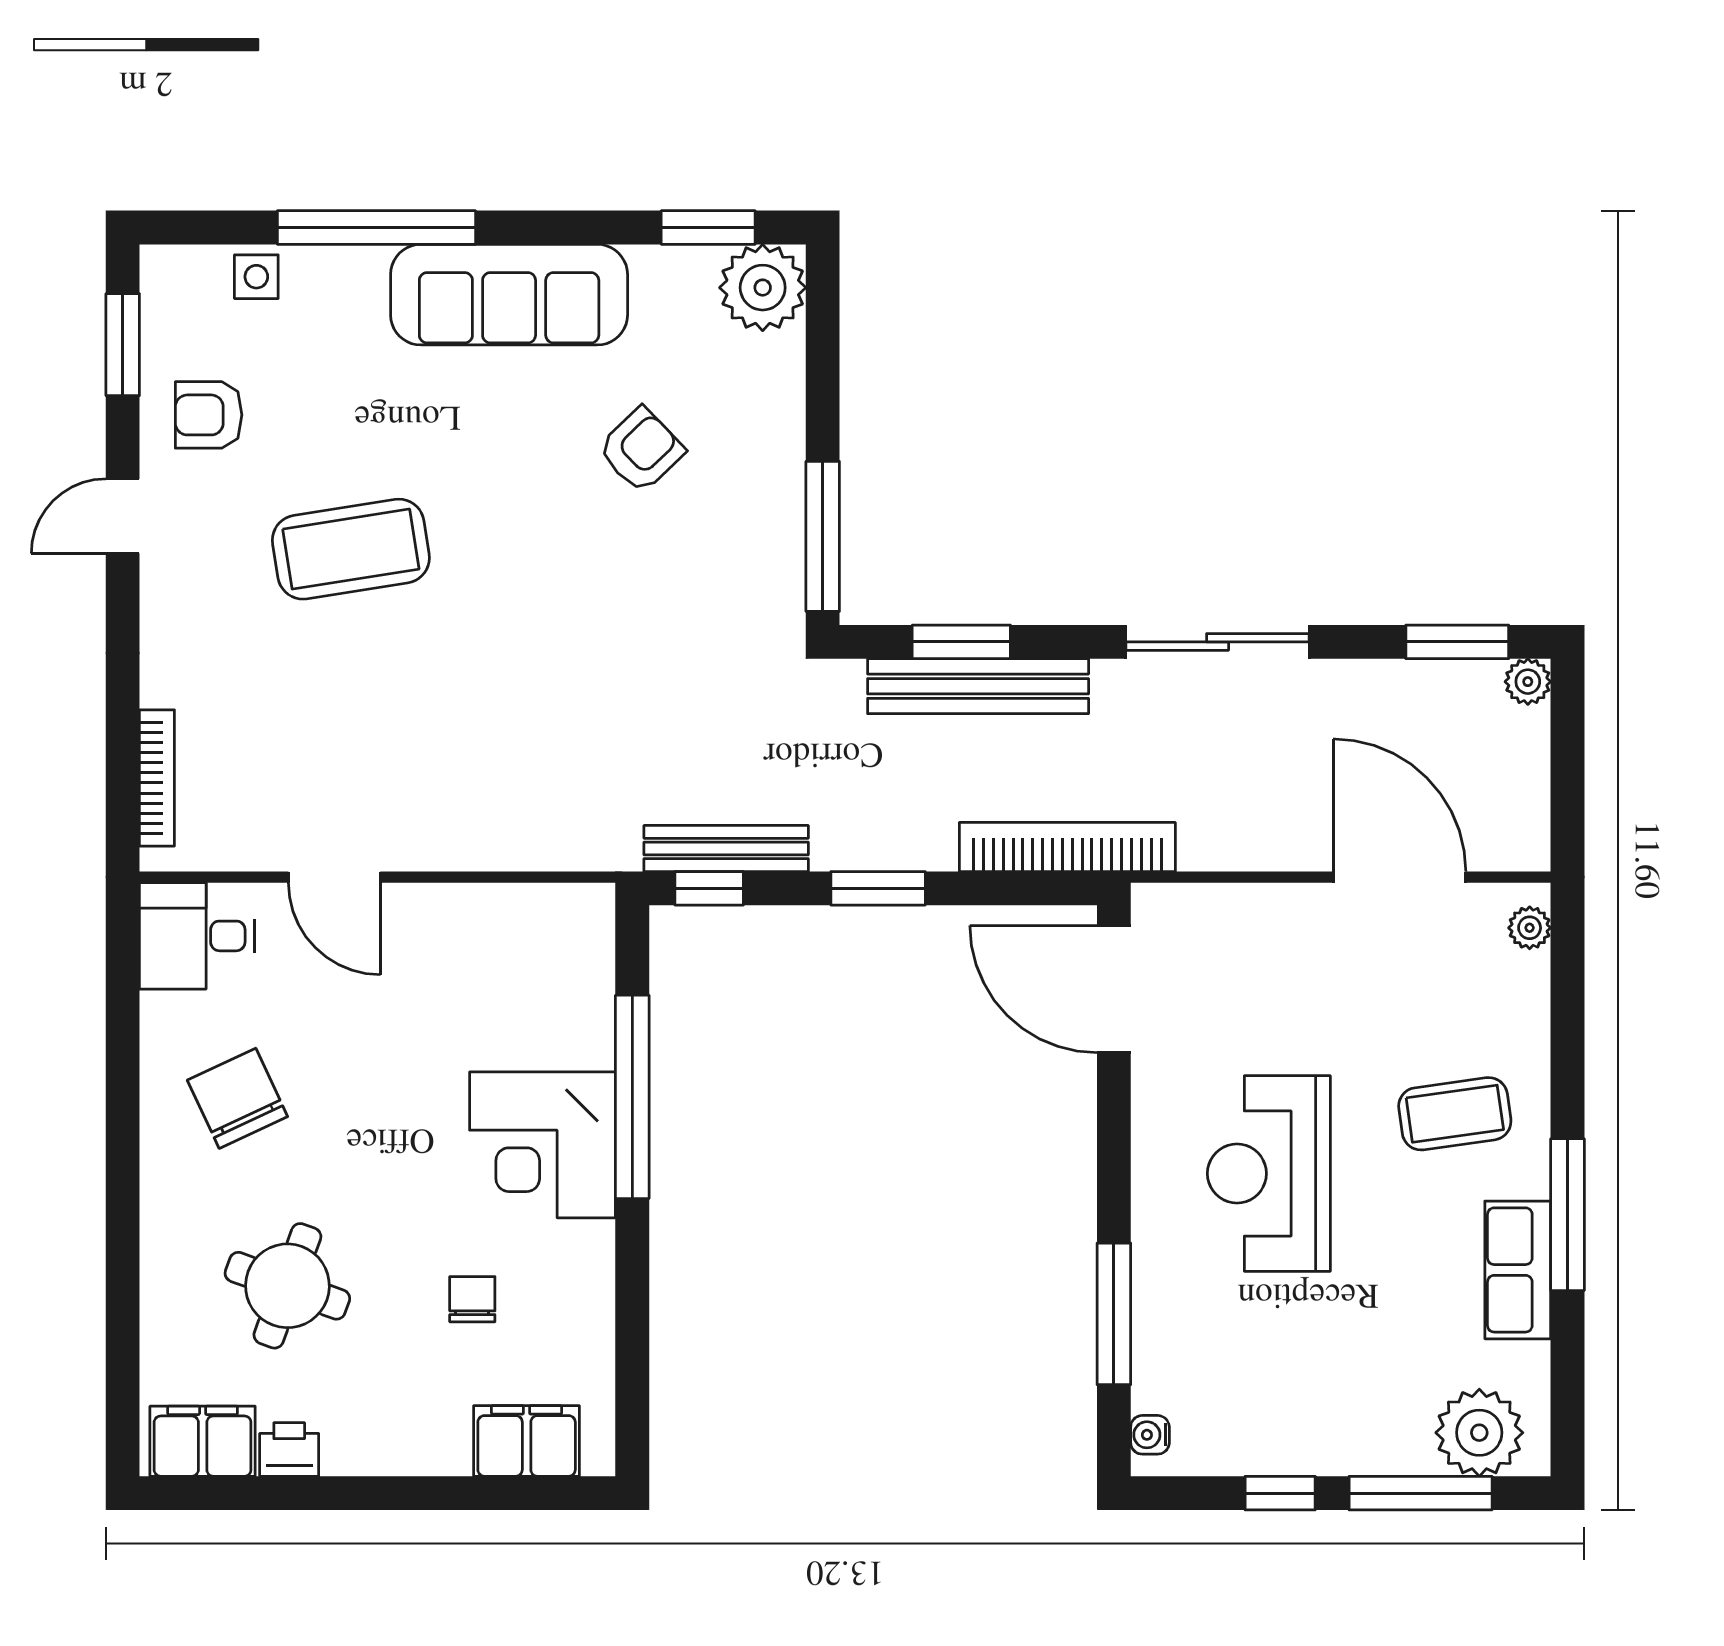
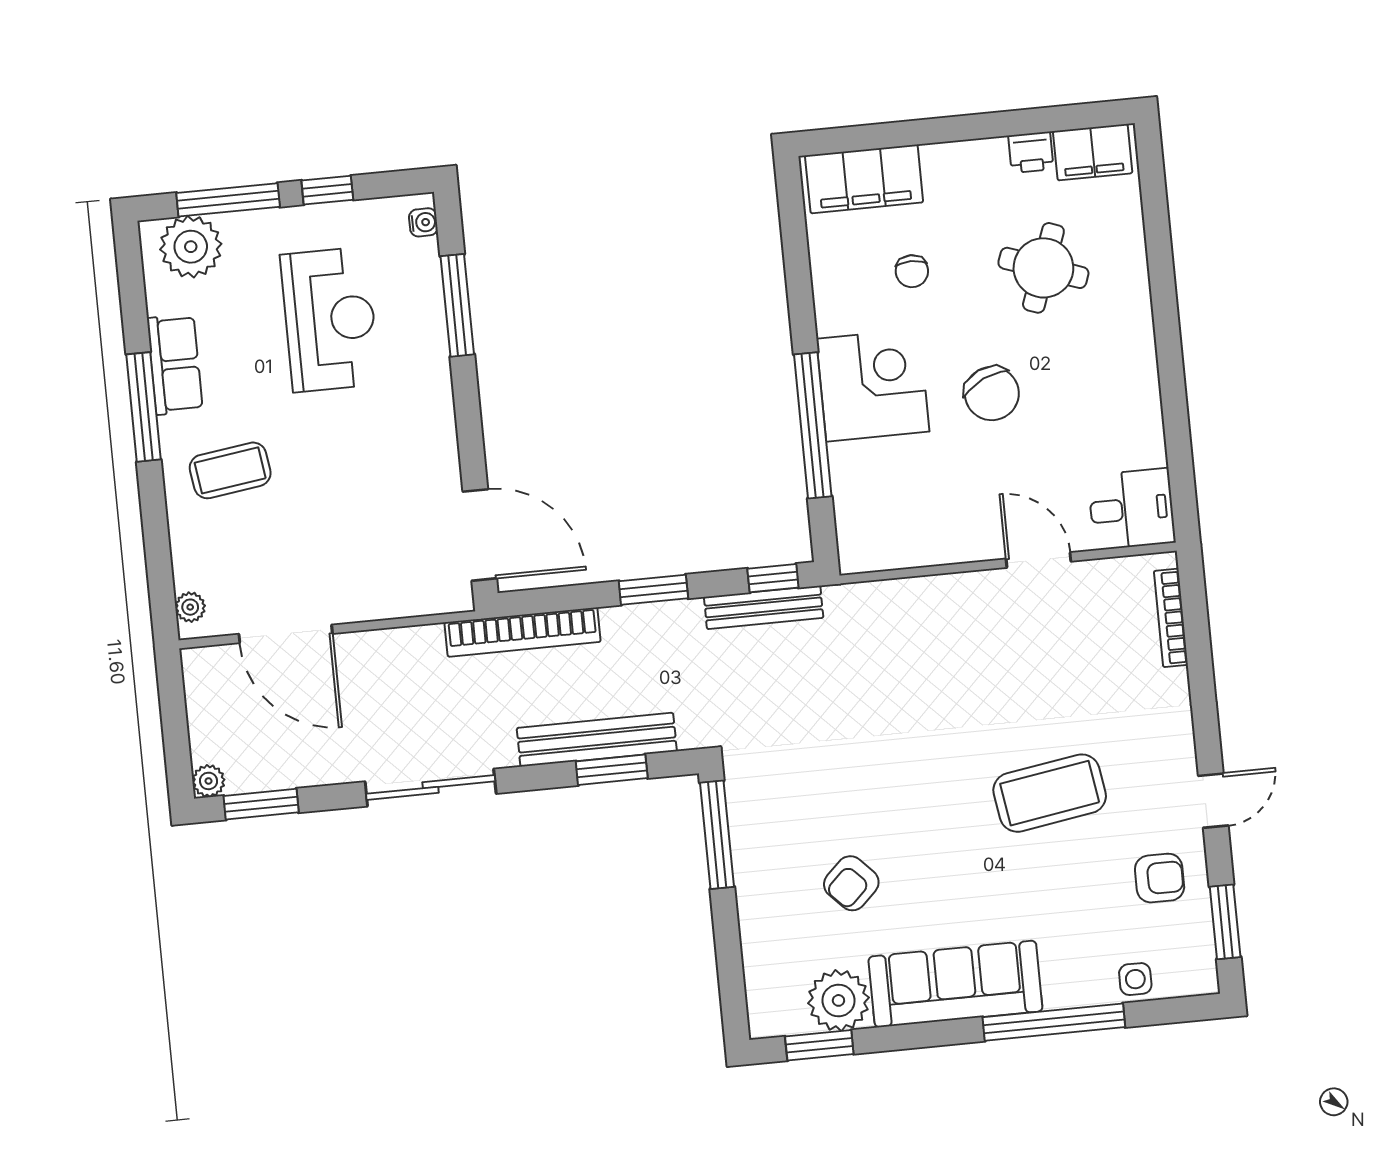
plant: (763, 288) -> (838, 1000), moved
chair: (237, 1098) -> (992, 393), moved
reception desk: (1269, 1173) -> (330, 319), moved
filing cabinet: (527, 1441) -> (864, 179), width x1.50, depth x1.17

